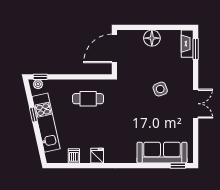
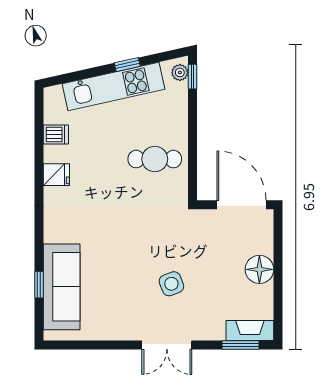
cafe table: (88, 99) -> (155, 159), turned 90
double door: (196, 104) -> (167, 345), moved
window: (178, 166) -> (39, 285), moved

